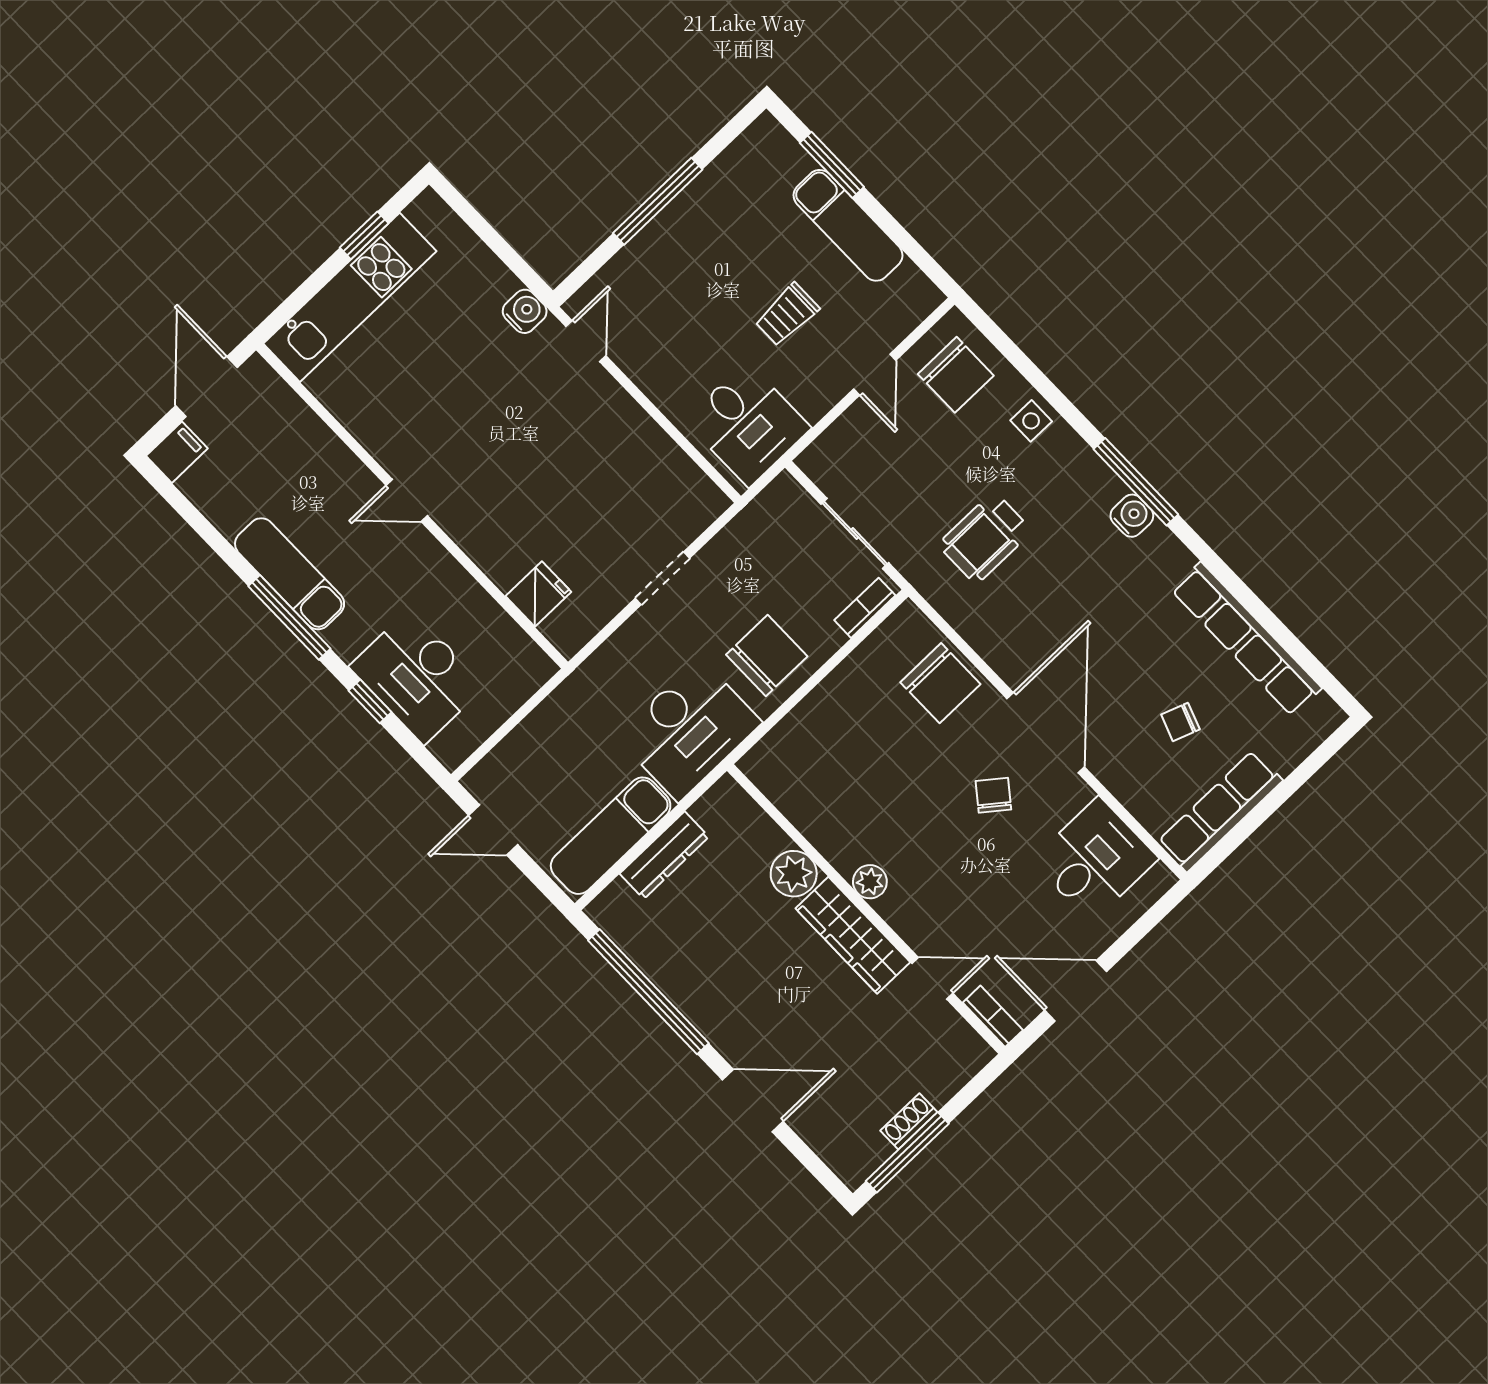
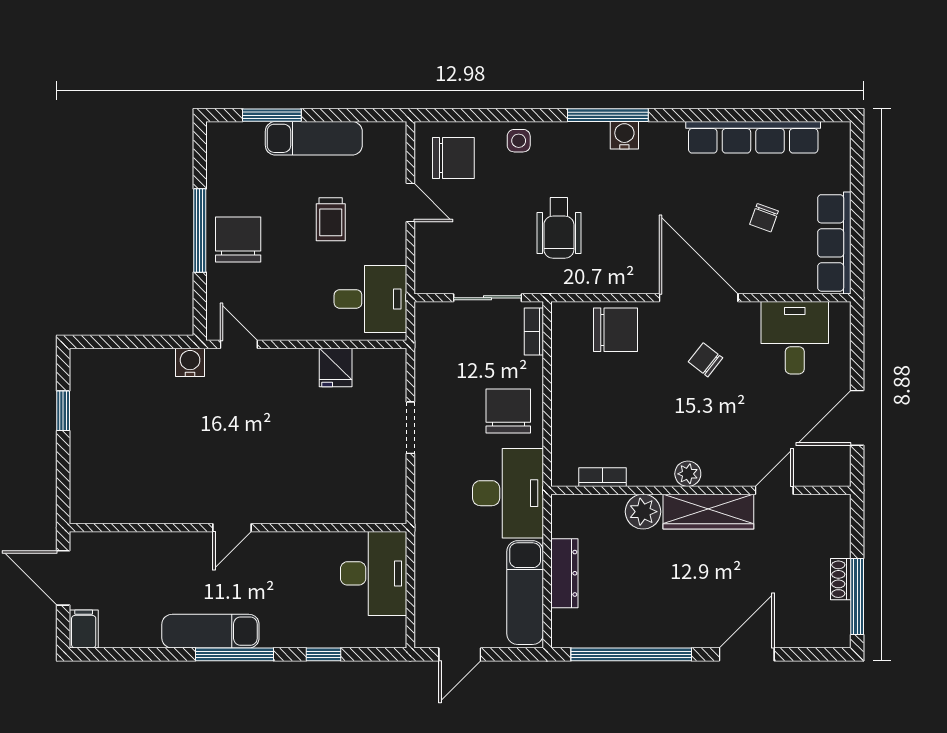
chair: (684, 245) -> (238, 239), added
kitchen unit: (350, 297) -> (90, 451), removed
fridge: (538, 594) -> (336, 367), moved, turned 180
desk: (417, 676) -> (374, 573), moved, turned -90
bookcase: (993, 1016) -> (603, 477), moved

